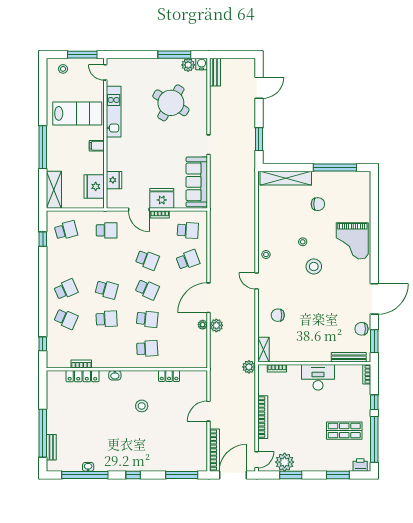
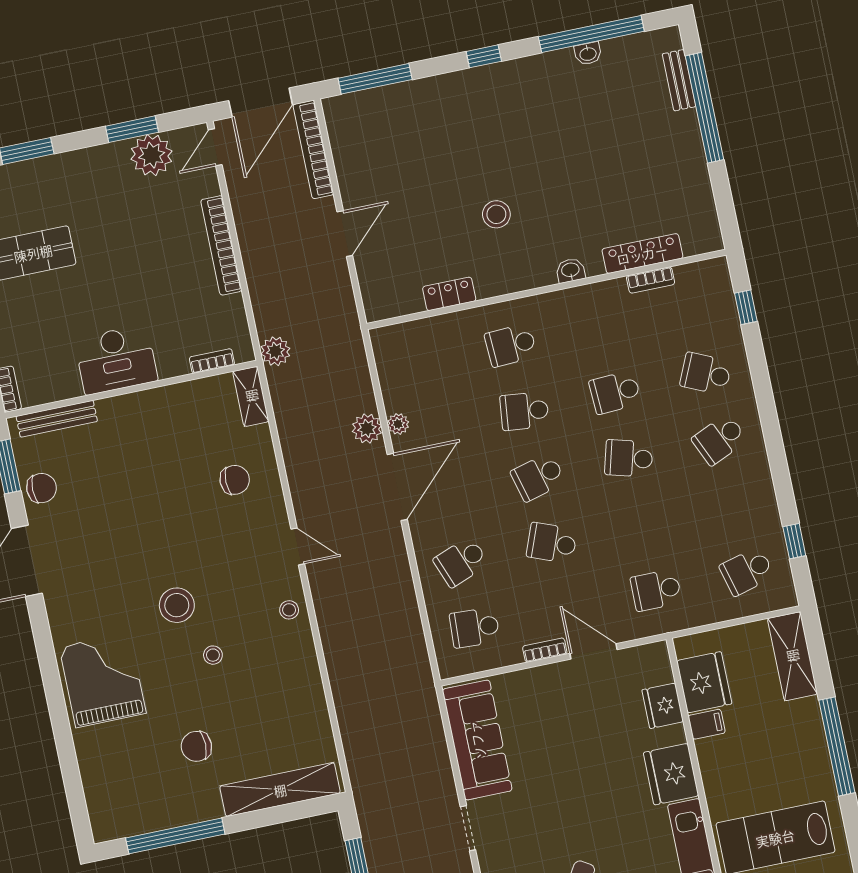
filing cabinet: (97, 146) -> (707, 724), moved
fridge: (162, 198) -> (671, 774), moved, turned 90
school desk: (147, 289) -> (538, 477), turned -39

